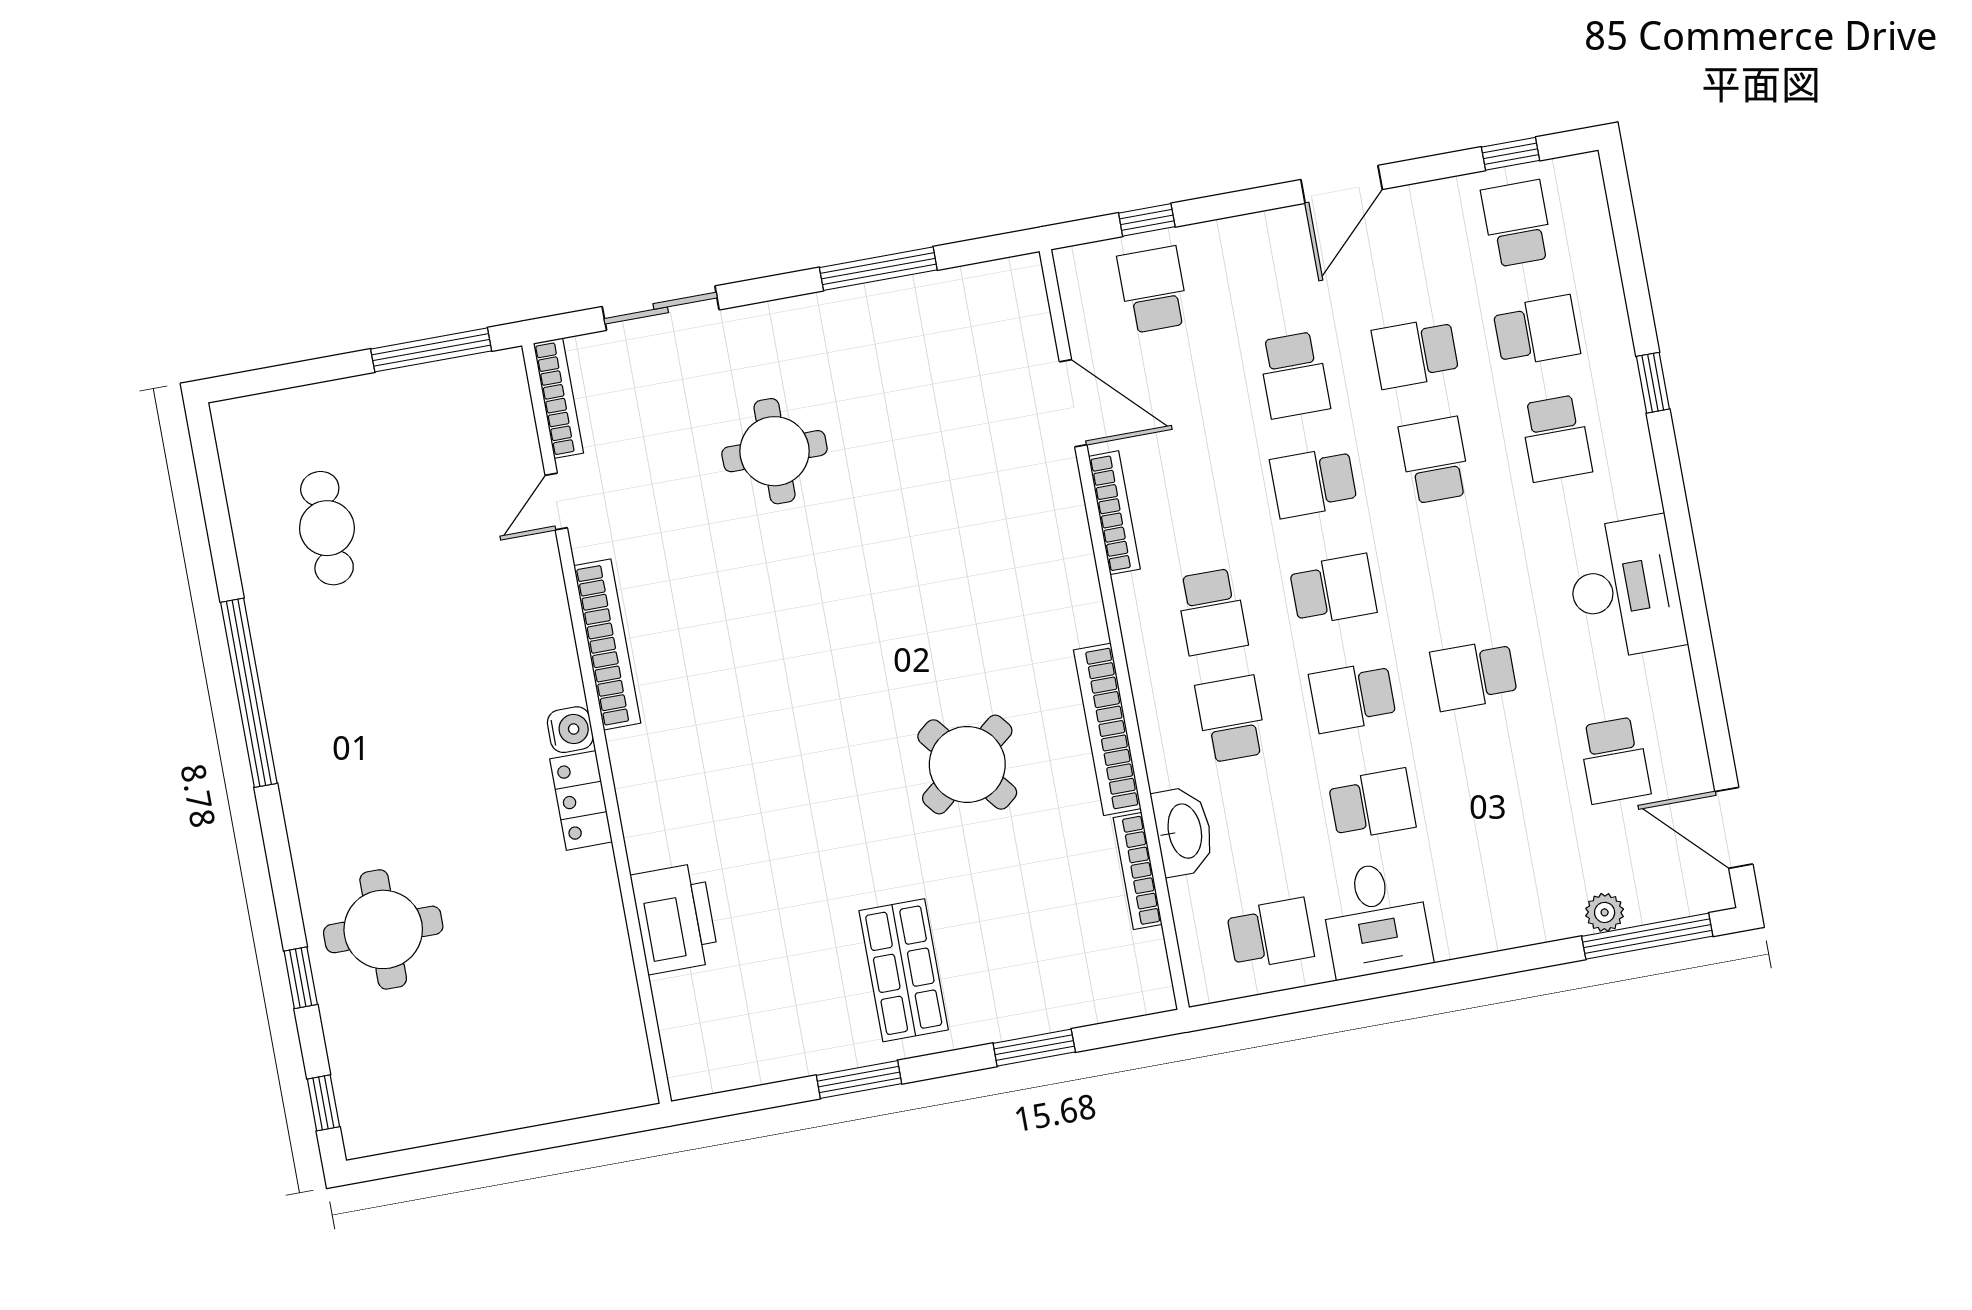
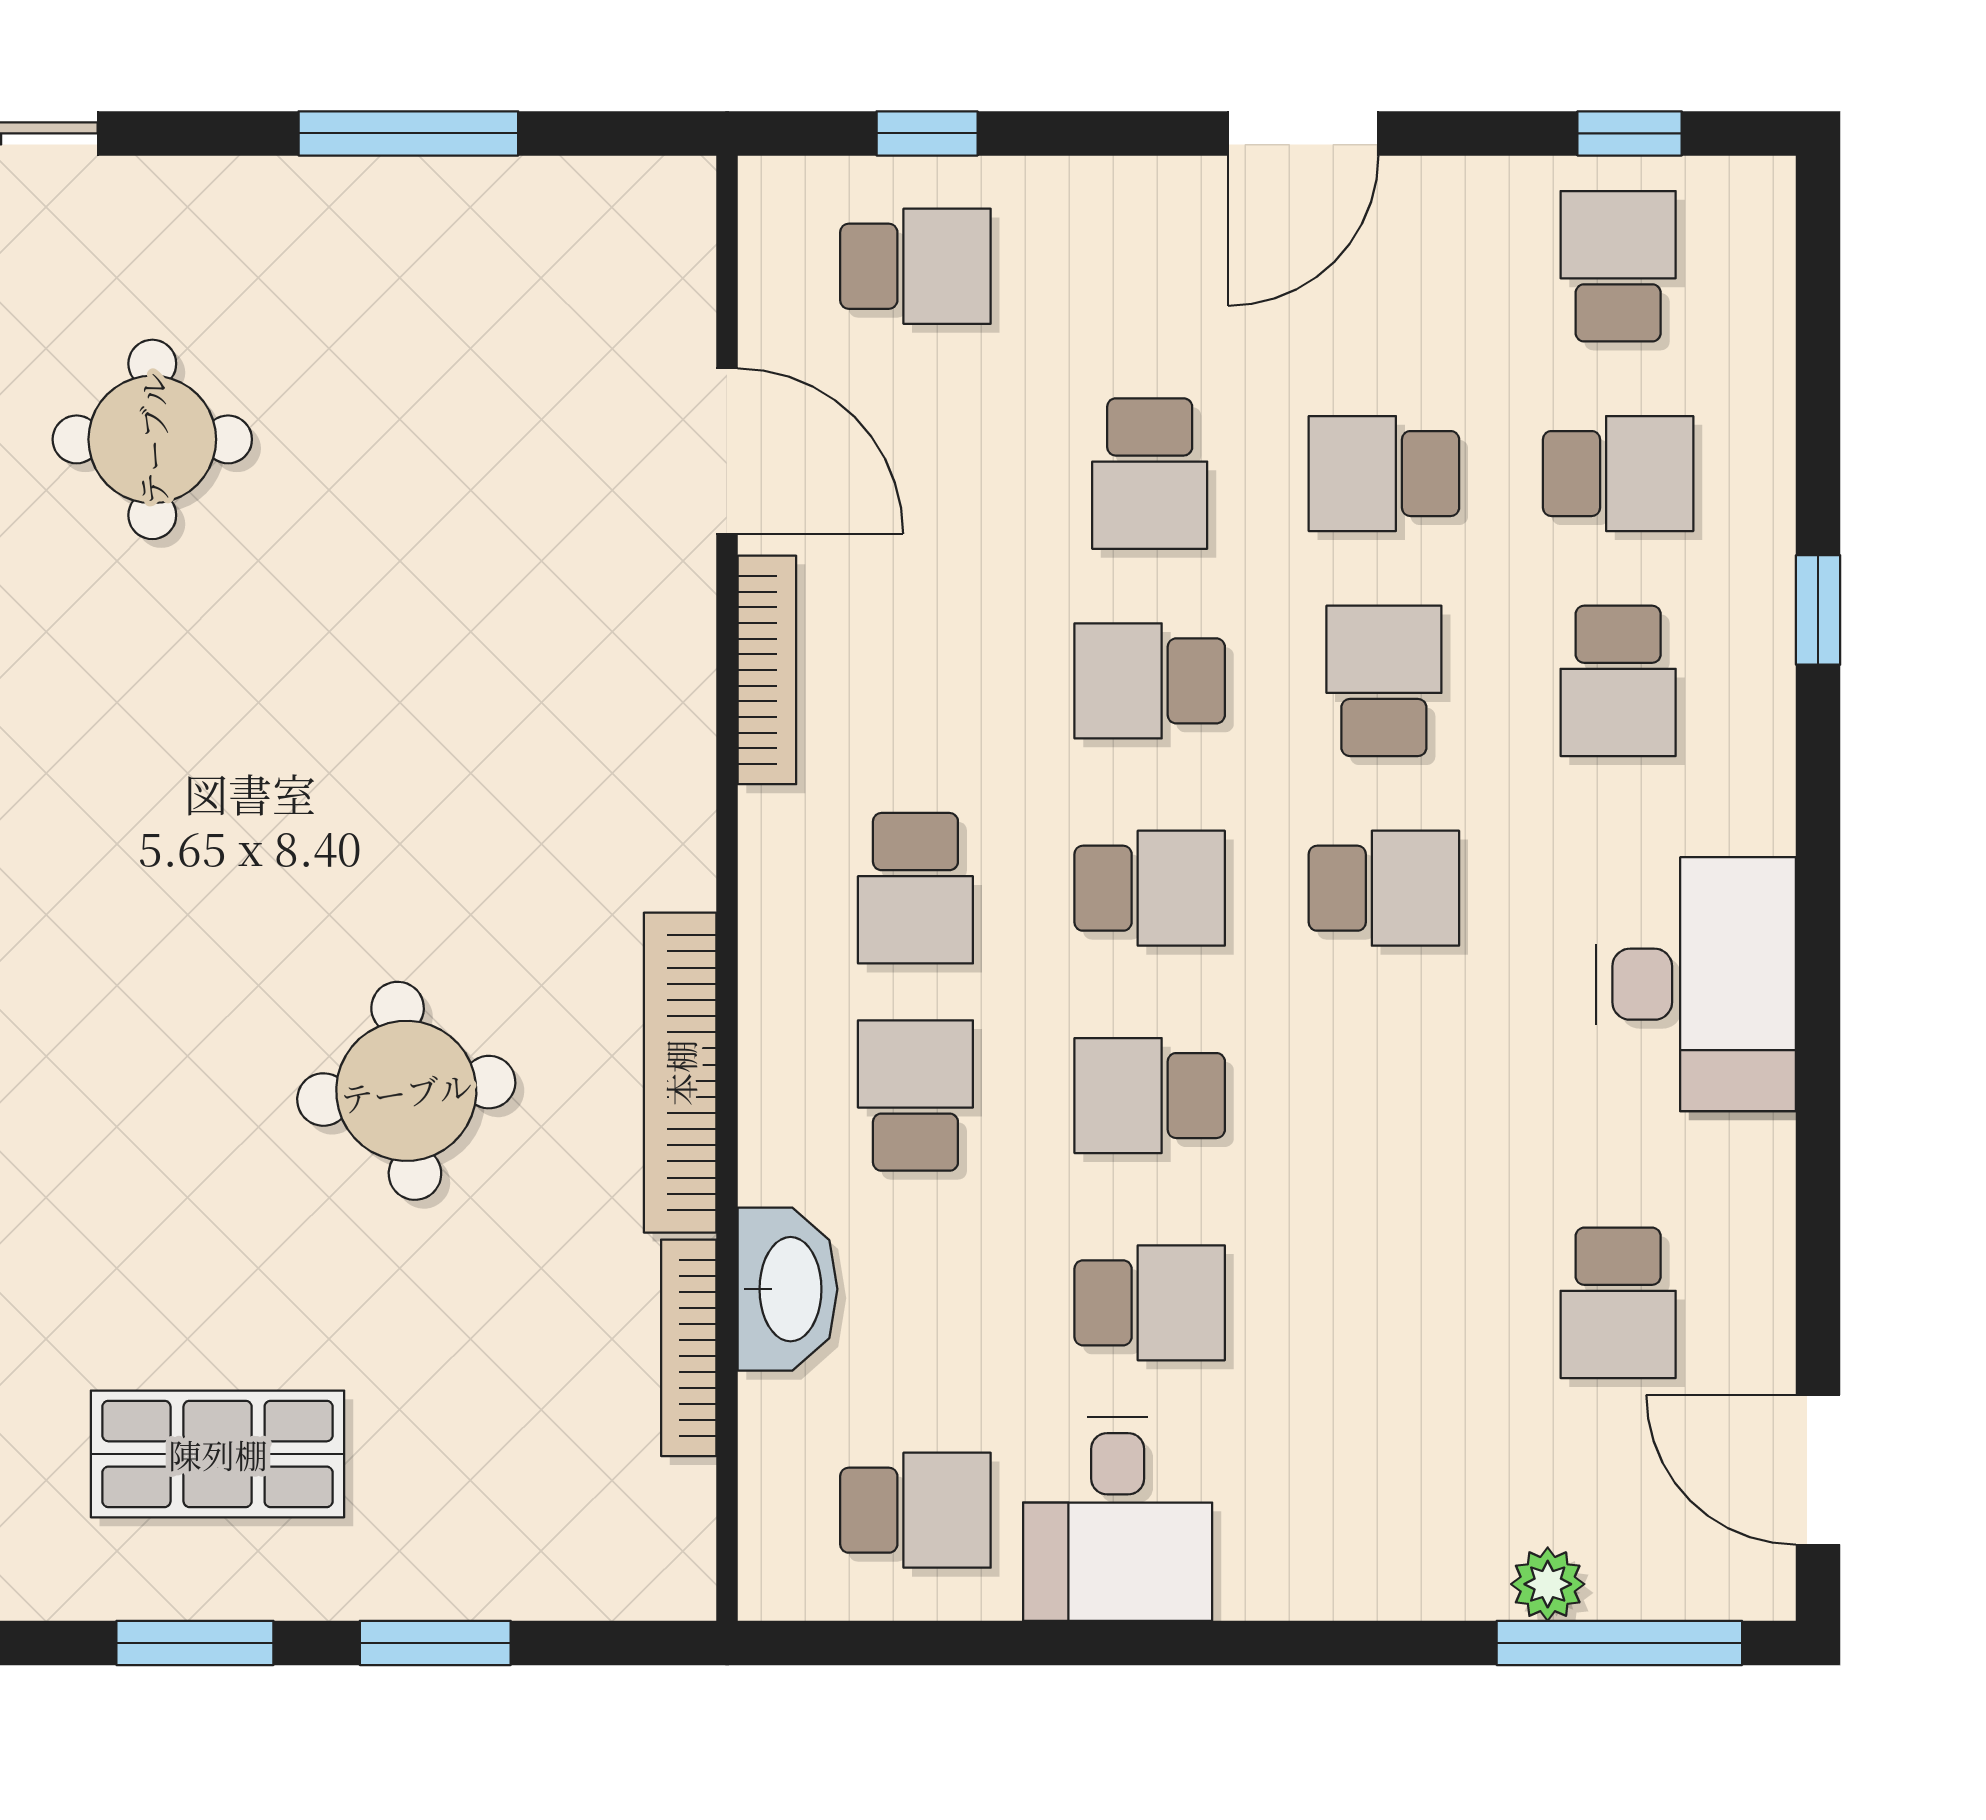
school desk: (1153, 290) -> (915, 266), turned 90
school desk: (1474, 675) -> (1384, 888), moved, turned 180
round table: (967, 764) -> (406, 1091), turned 33
shop shelf: (904, 970) -> (218, 1454), turned 90
window: (859, 1079) -> (195, 1643), moved

